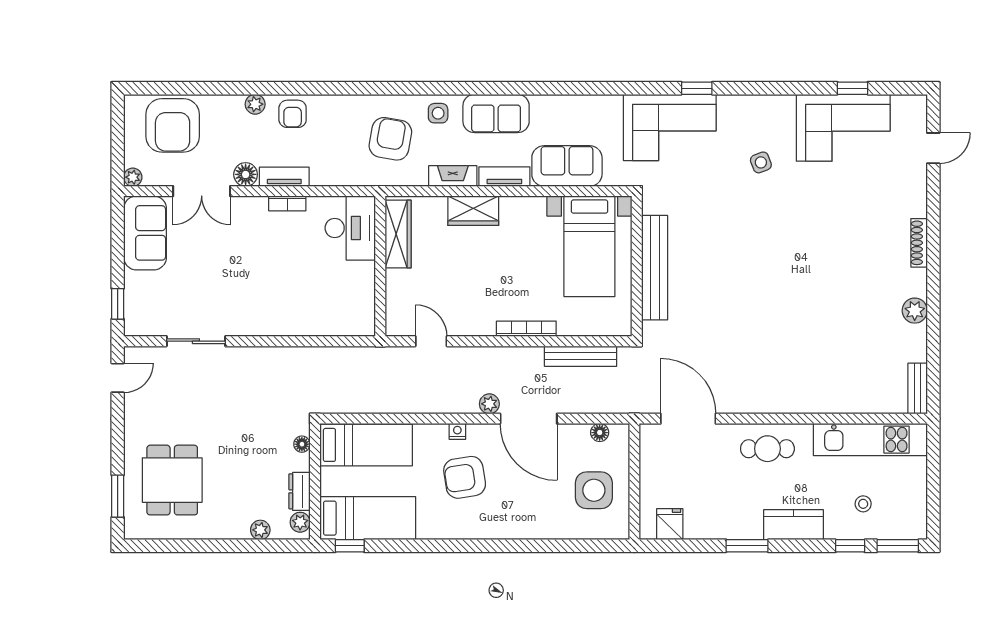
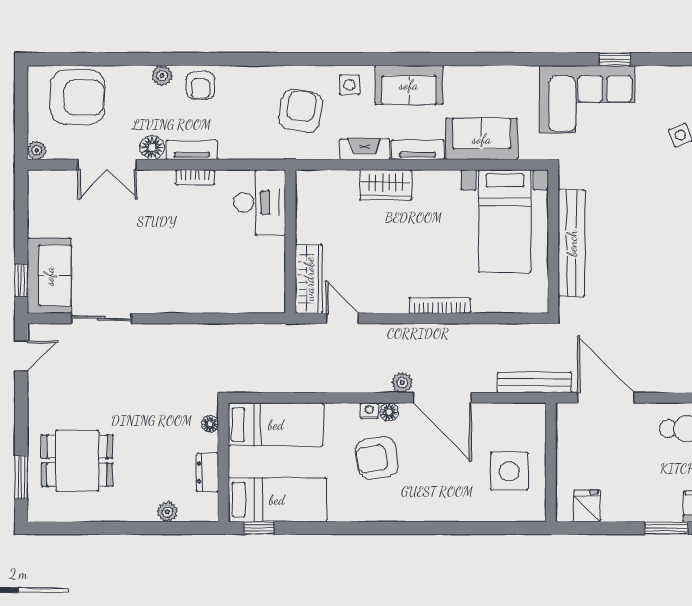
armchair: (173, 125) -> (77, 97), turned -90
sofa: (145, 233) -> (49, 276), moved
wardrobe: (398, 234) -> (309, 279), moved
bench: (581, 356) -> (535, 382), moved
floor lamp: (600, 433) -> (389, 412), moved
dining table: (172, 480) -> (77, 461), turned 90
plant: (300, 522) -> (208, 504), removed

